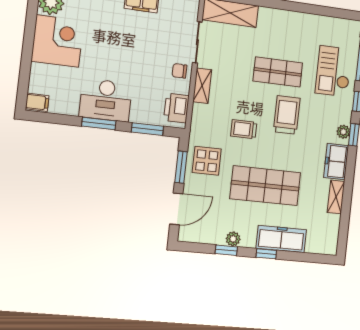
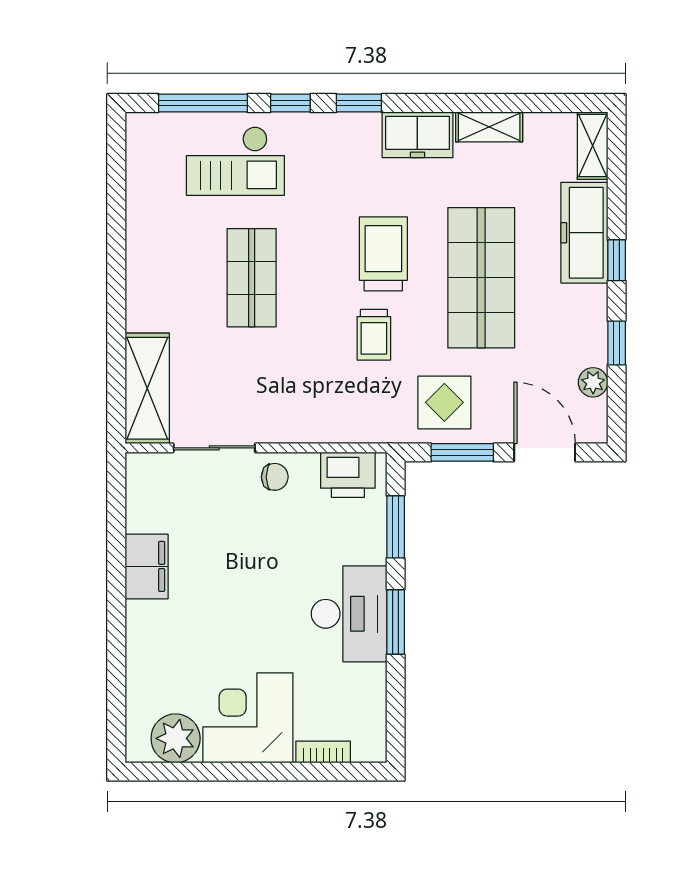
chair: (179, 71) -> (275, 477), turned -90
bookcase: (35, 78) -> (323, 752), added
shelving: (202, 86) -> (593, 146), moved, turned 90
filing cabinet: (37, 102) -> (369, 742), removed
trolley: (287, 115) -> (383, 254), moved, turned 90
plant: (343, 132) -> (355, 126), removed
plant: (233, 239) -> (593, 382), moved

